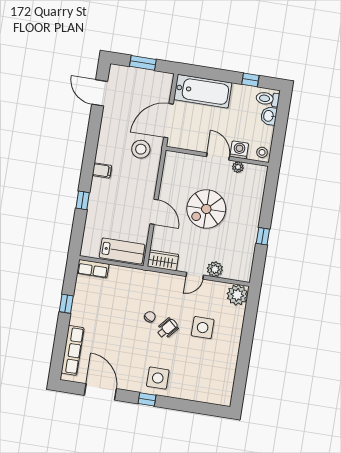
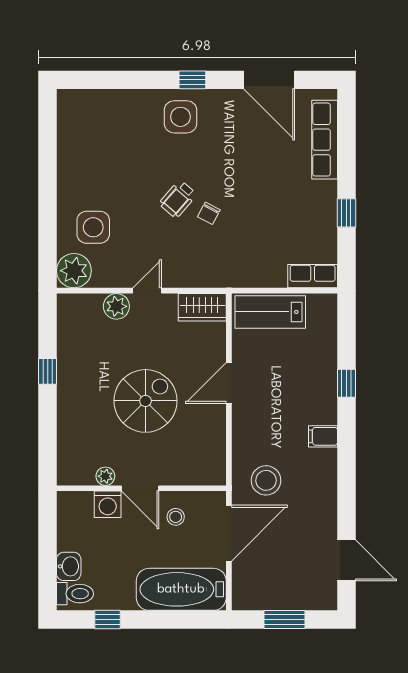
stool: (262, 152) -> (176, 517), moved
door: (154, 212) -> (229, 383), hinge flipped
side table: (203, 328) -> (93, 227), moved

